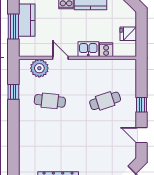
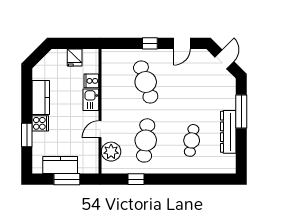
cafe table: (50, 101) -> (146, 140), width x1.37, depth x1.35
cafe table: (105, 101) -> (146, 82), width x1.37, depth x1.35
cafe table: (50, 144) -> (192, 140), added

